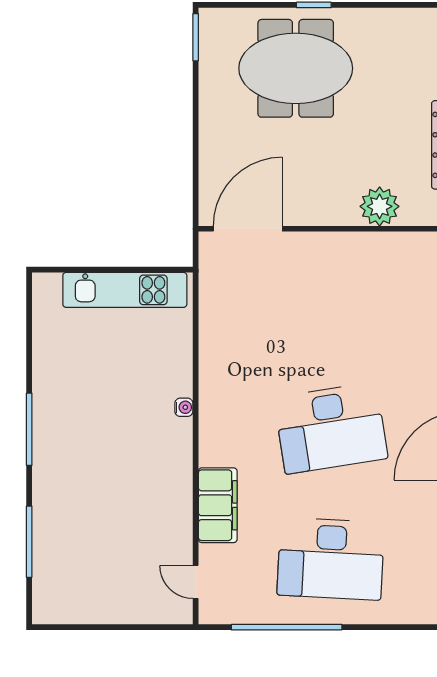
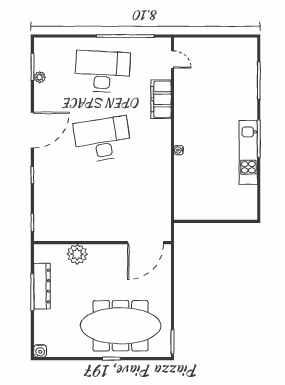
meeting table: (296, 68) -> (121, 326), width x1.36
kitchen unit: (125, 290) -> (248, 152), moved, turned -90

